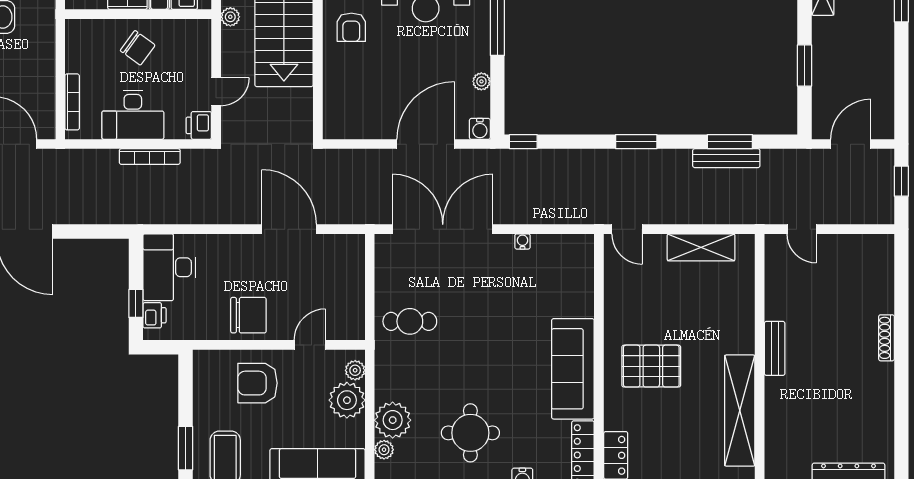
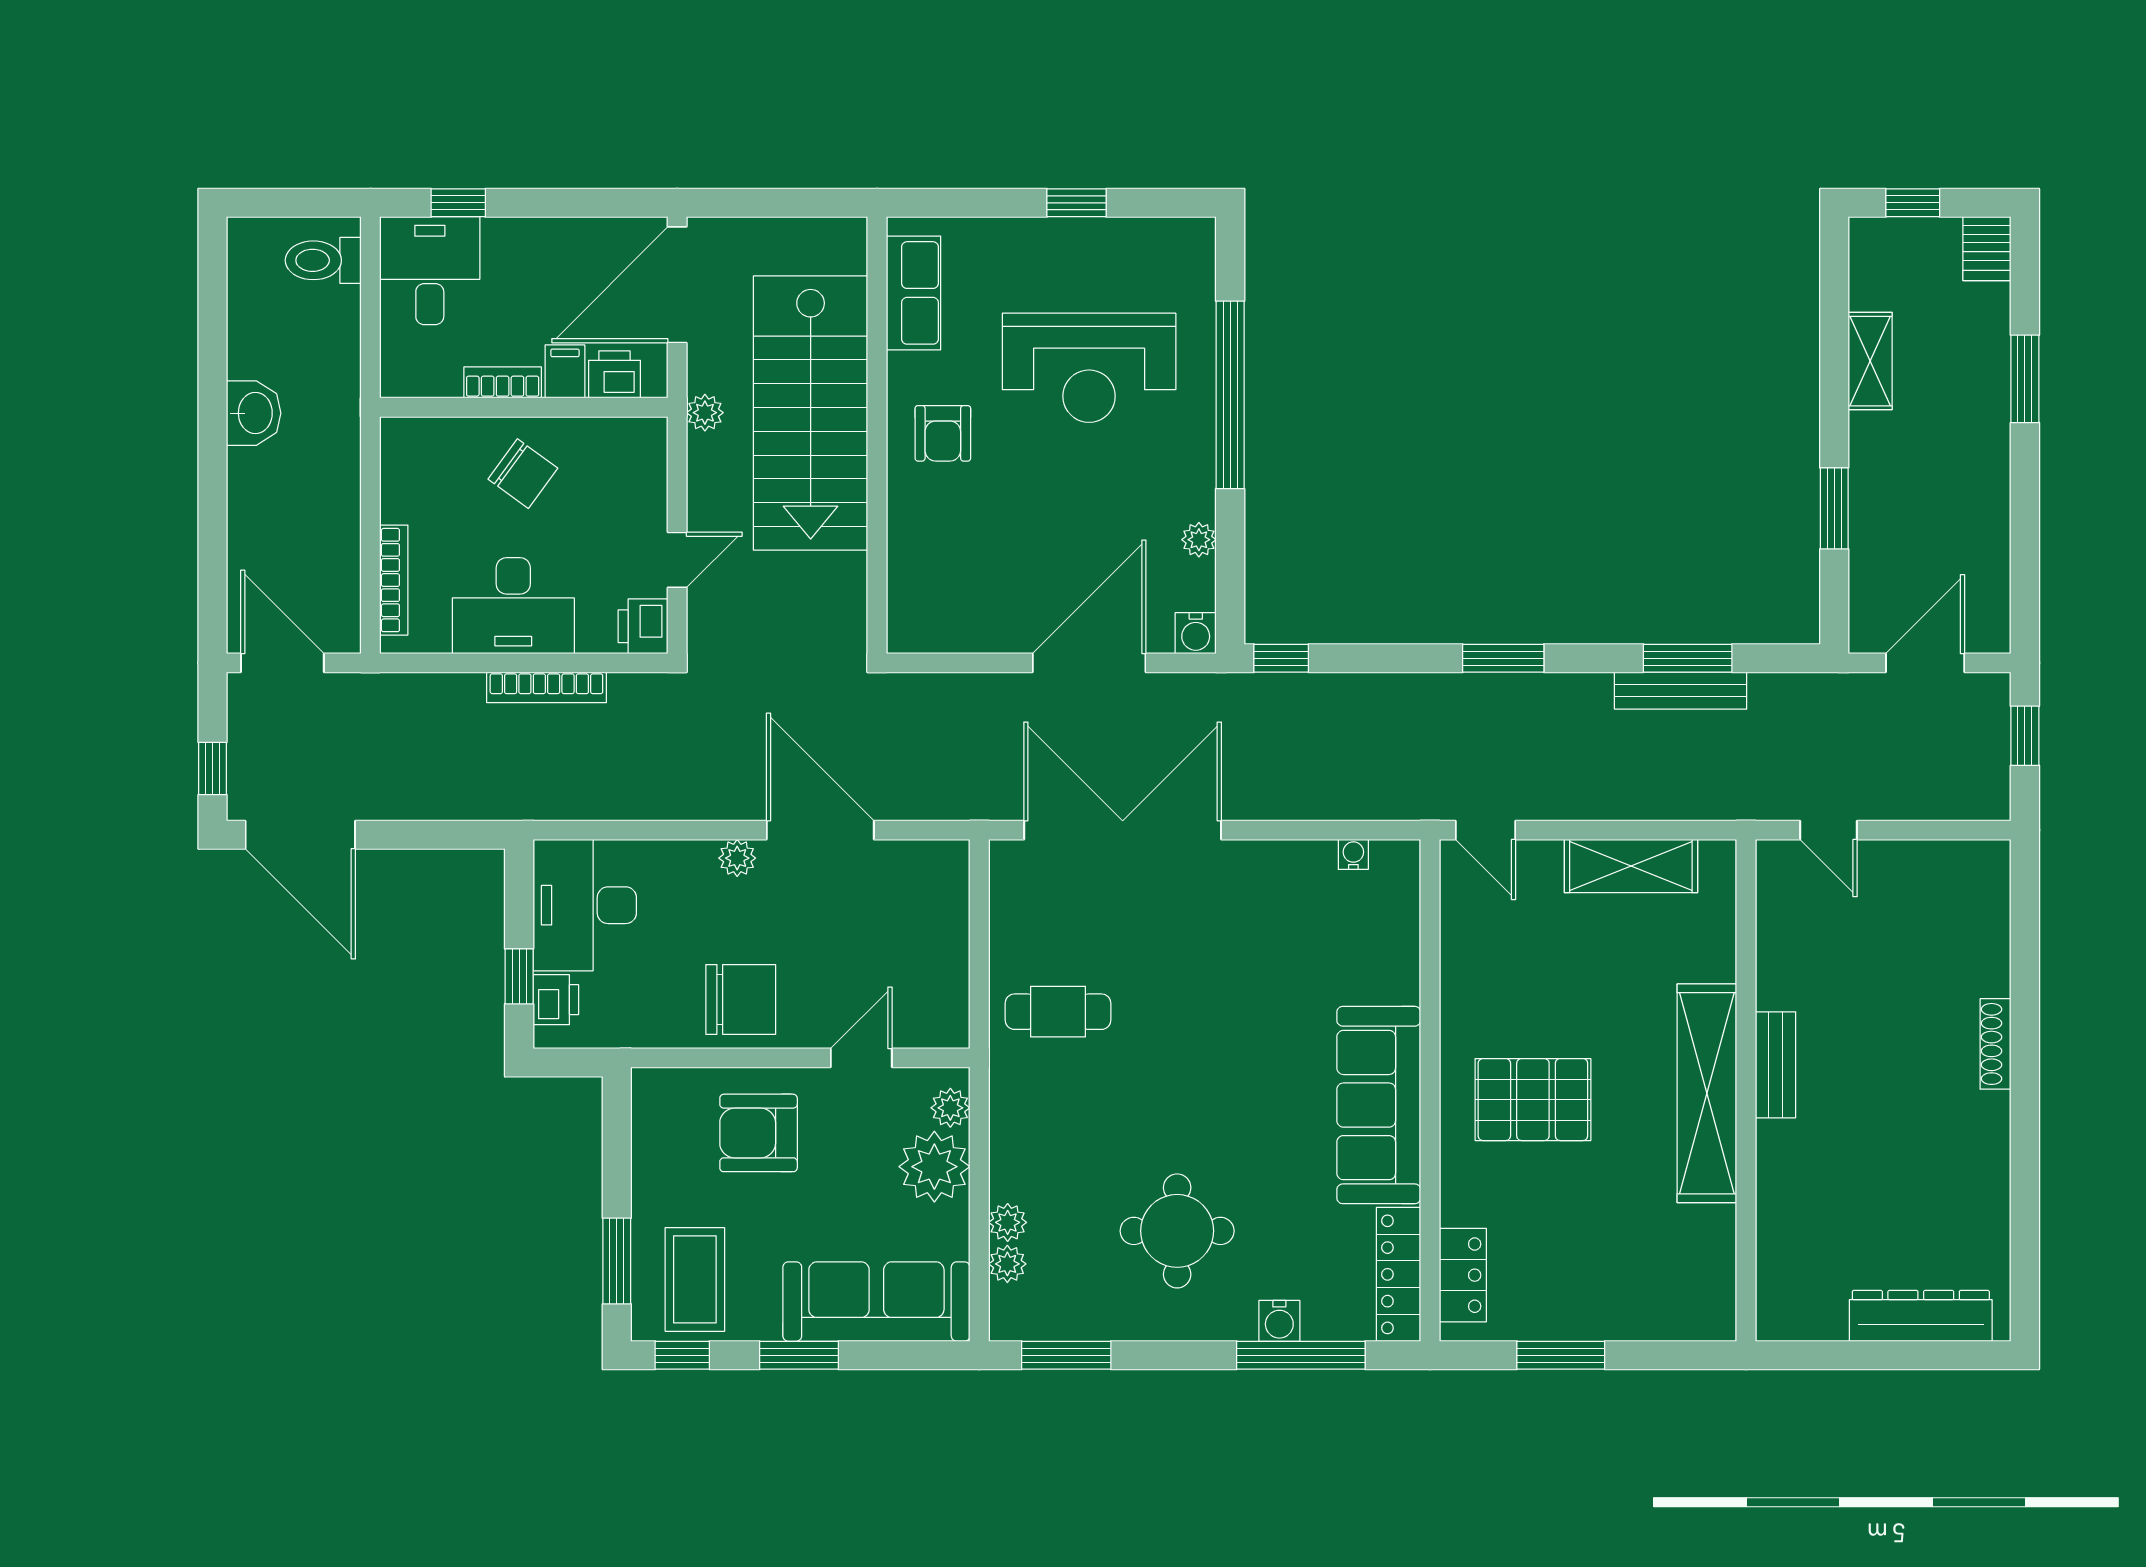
water cooler: (522, 241) -> (1353, 854), moved
plant: (247, 243) -> (737, 858), added
shelving: (740, 411) -> (1707, 1093), moved
plant: (393, 420) -> (1008, 1222), width x0.53, depth x0.53

